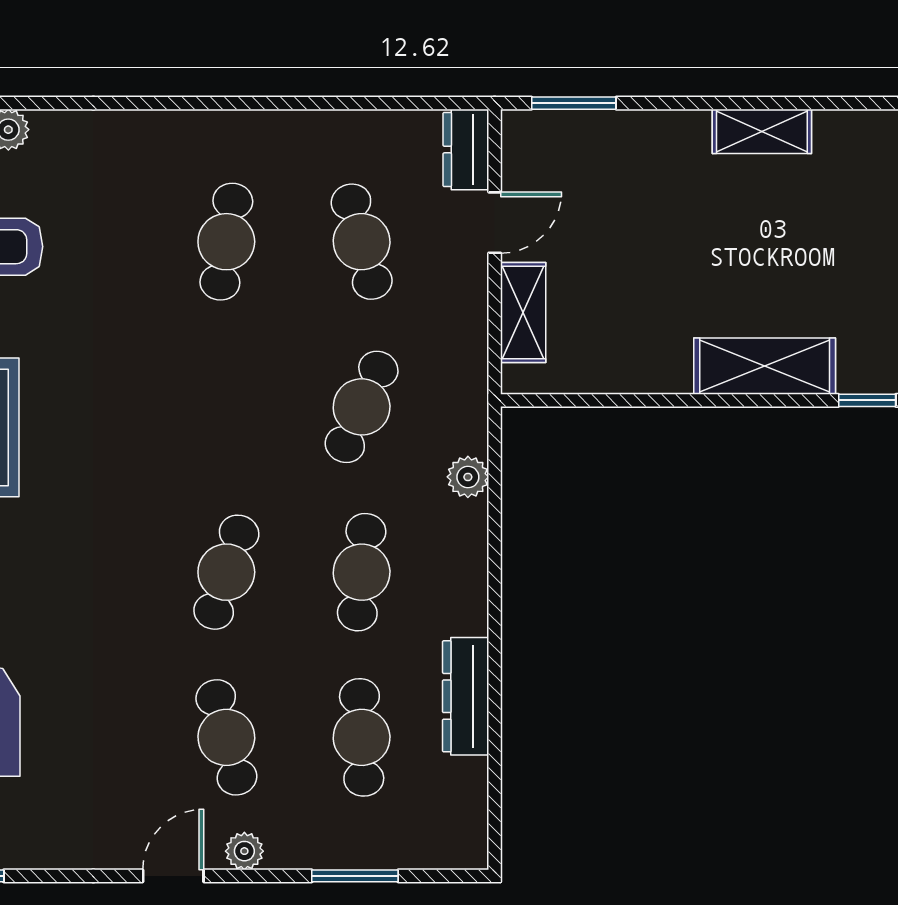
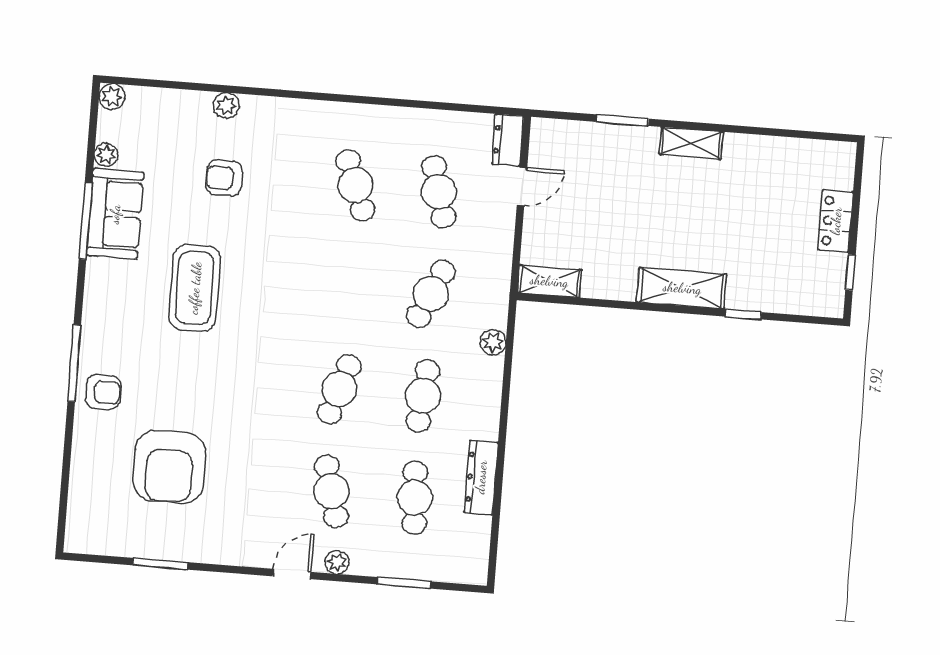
window: (574, 103) -> (622, 120), moved
cafe table: (226, 242) -> (355, 185), turned -30
shelving: (523, 313) -> (549, 281), moved, turned 90

